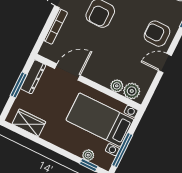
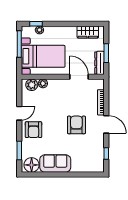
armchair: (157, 34) -> (33, 130), turned 90
door: (67, 72) -> (79, 77), swing flipped

